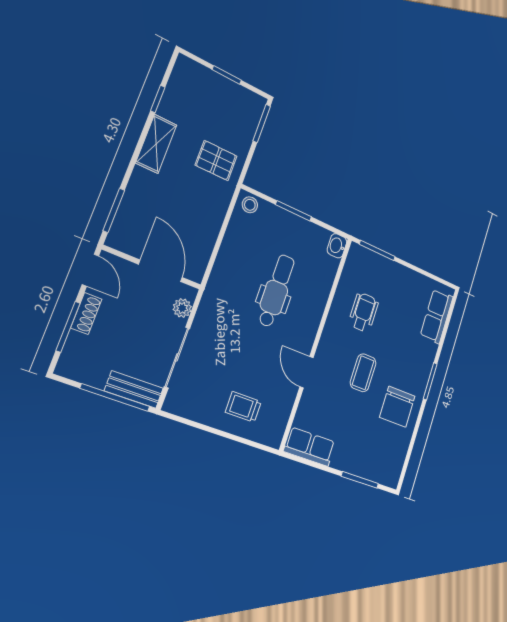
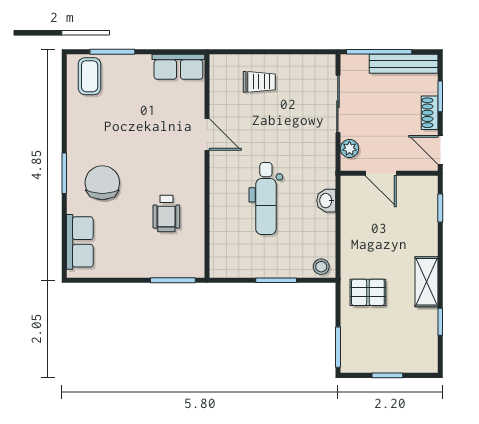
window: (114, 210) -> (440, 208), width x0.67
washbasin: (337, 246) -> (326, 201), moved, turned 180
door: (161, 271) -> (381, 173), width x0.73
window: (68, 327) -> (440, 96), width x0.67
coffee table: (363, 373) -> (90, 76), moved
bench: (134, 390) -> (404, 64), moved, width x1.36
chair: (397, 407) -> (102, 183), moved

